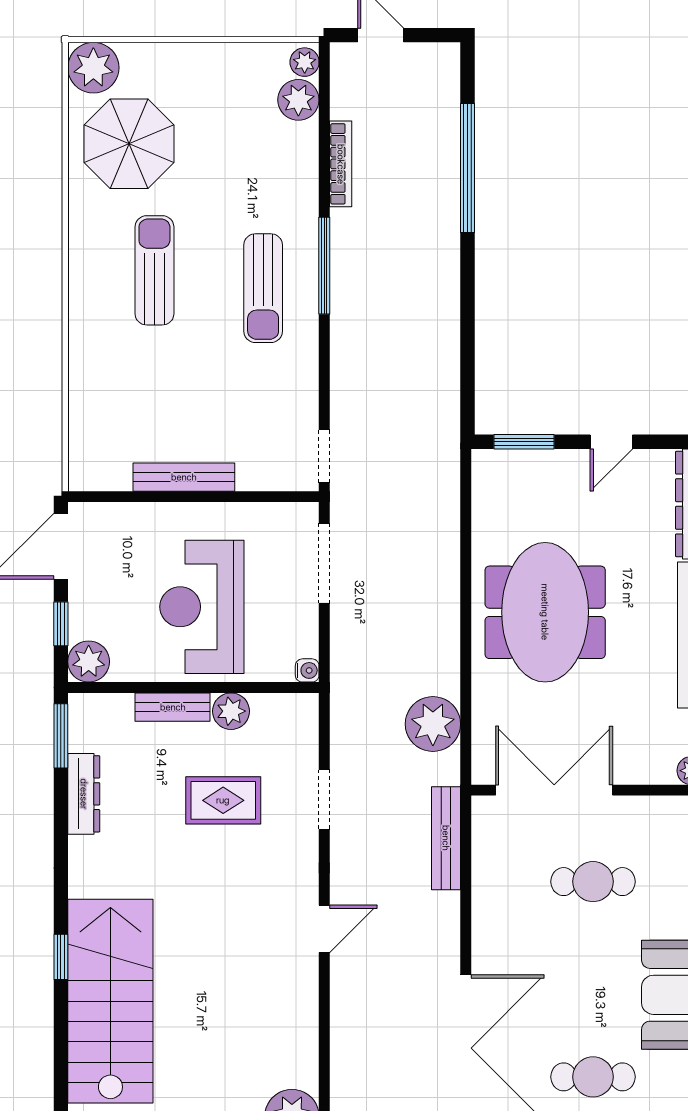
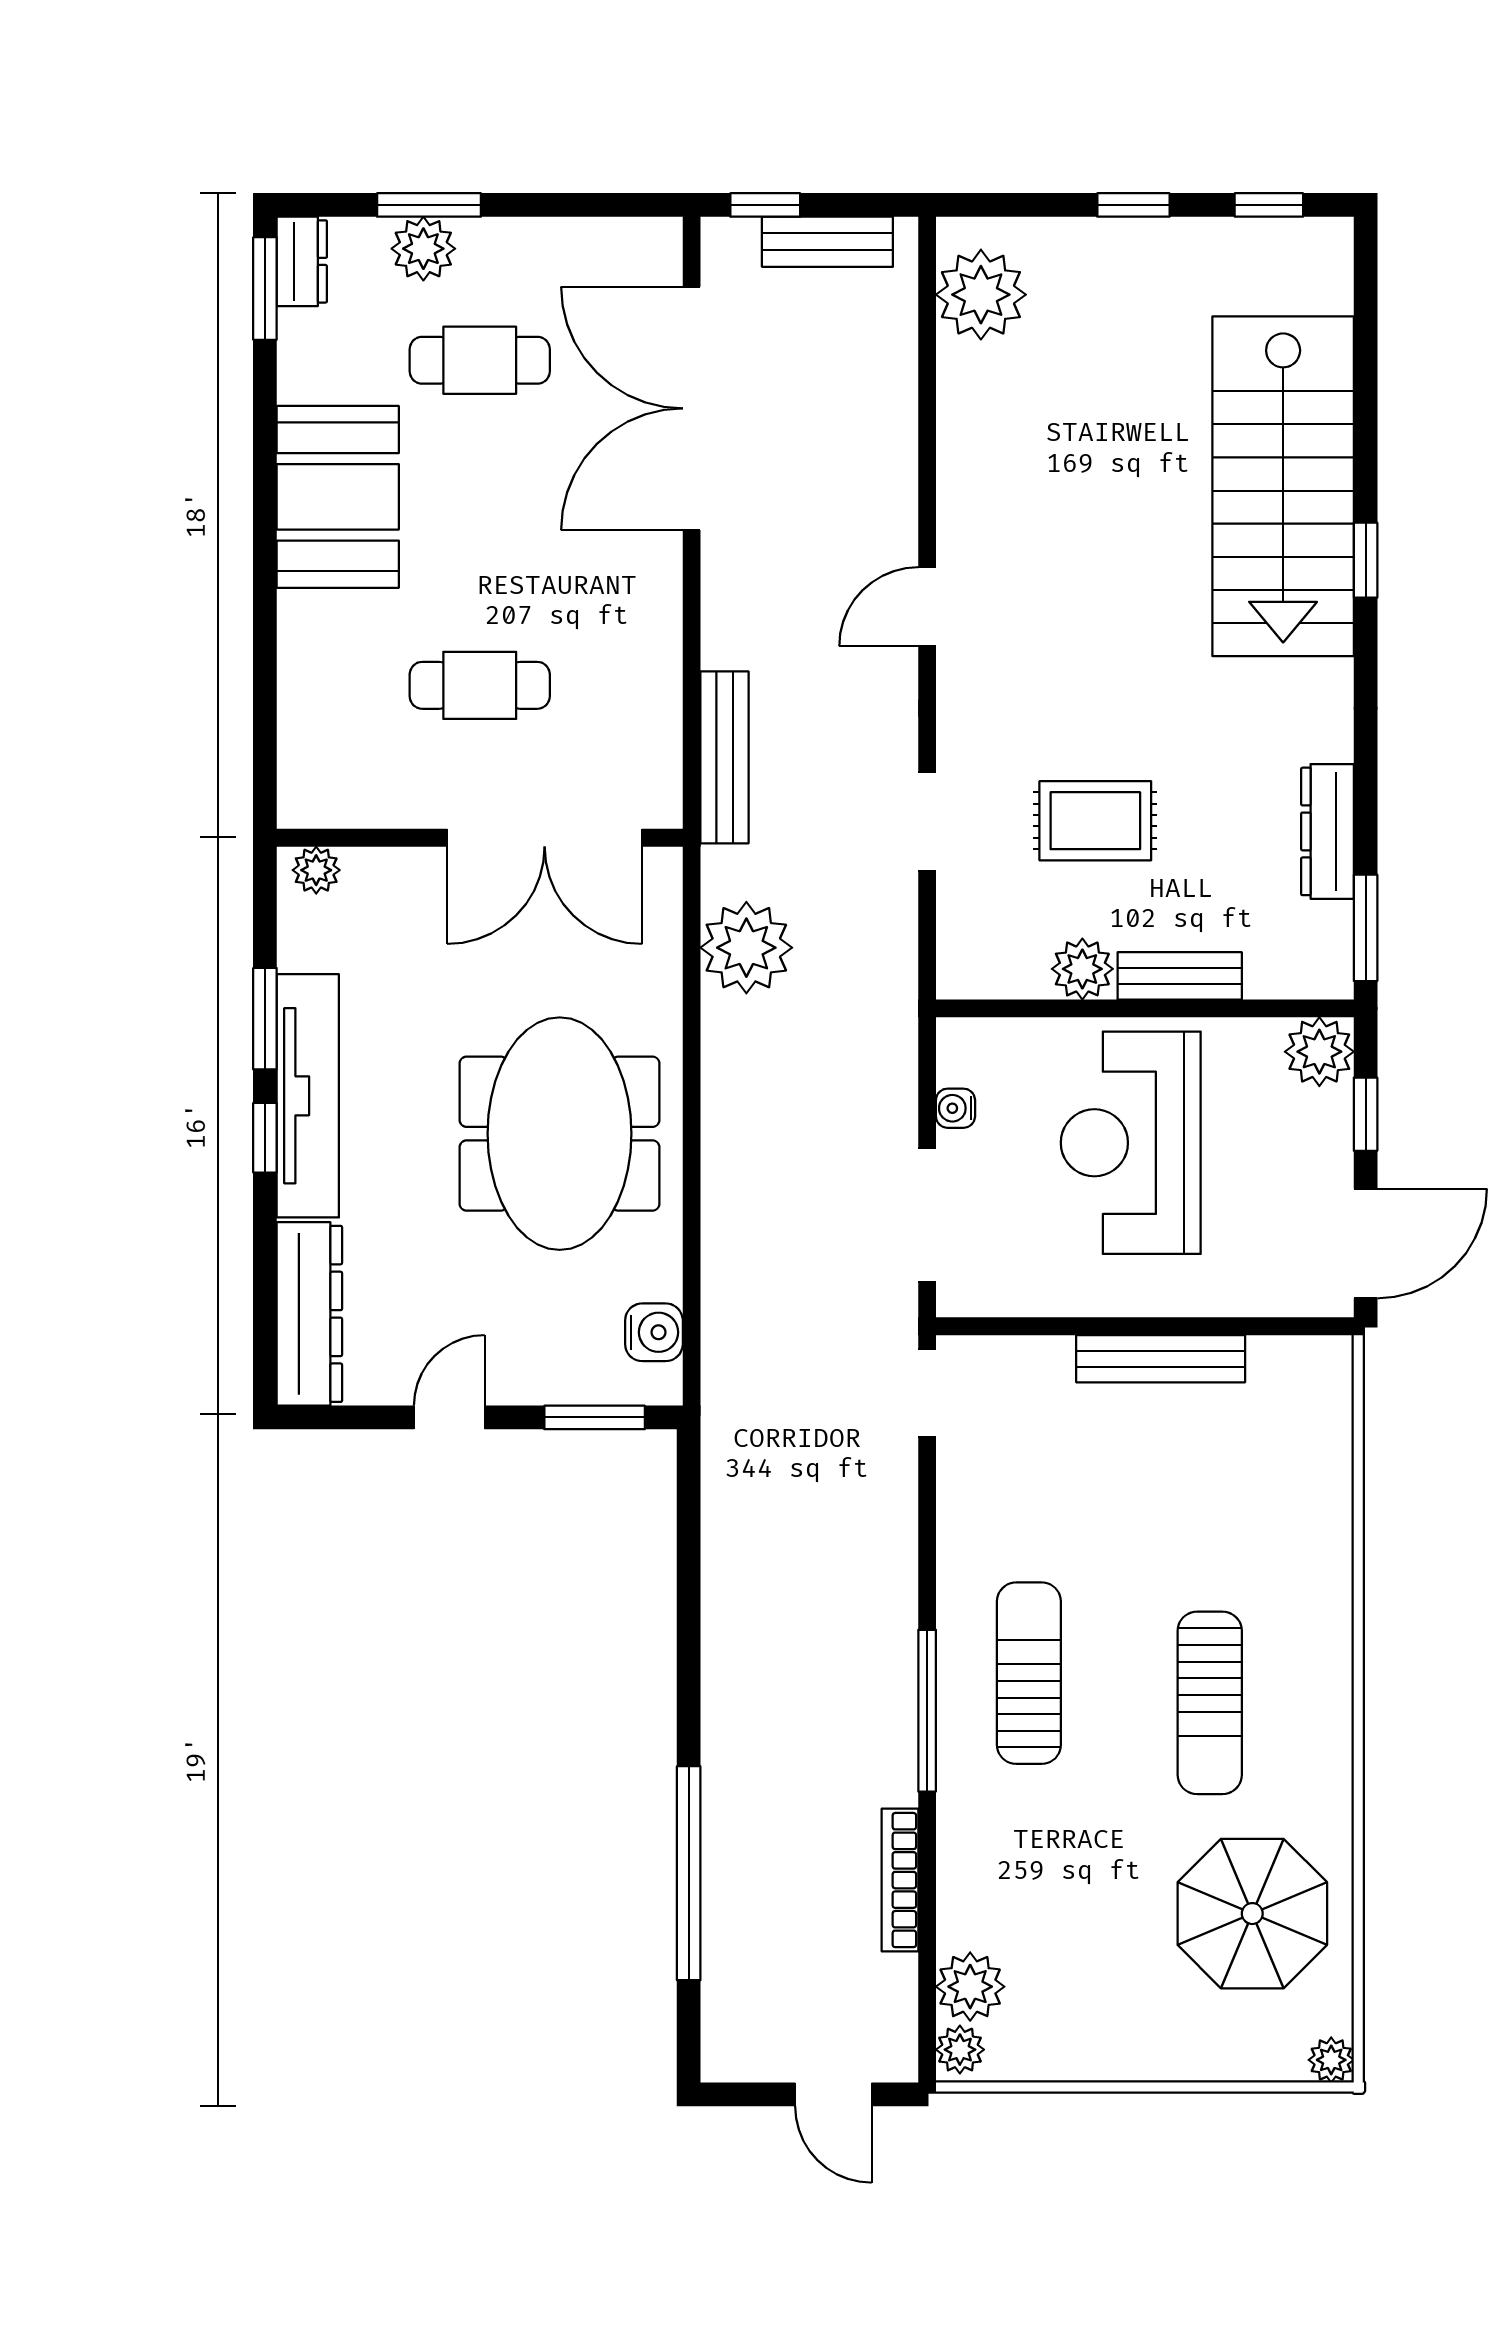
plant: (93, 68) -> (1331, 2060), width x0.53, depth x0.53
water cooler: (488, 493) -> (654, 1332), added
reception desk: (202, 607) -> (1131, 1143), turned 180
water cooler: (307, 670) -> (955, 1108), moved

